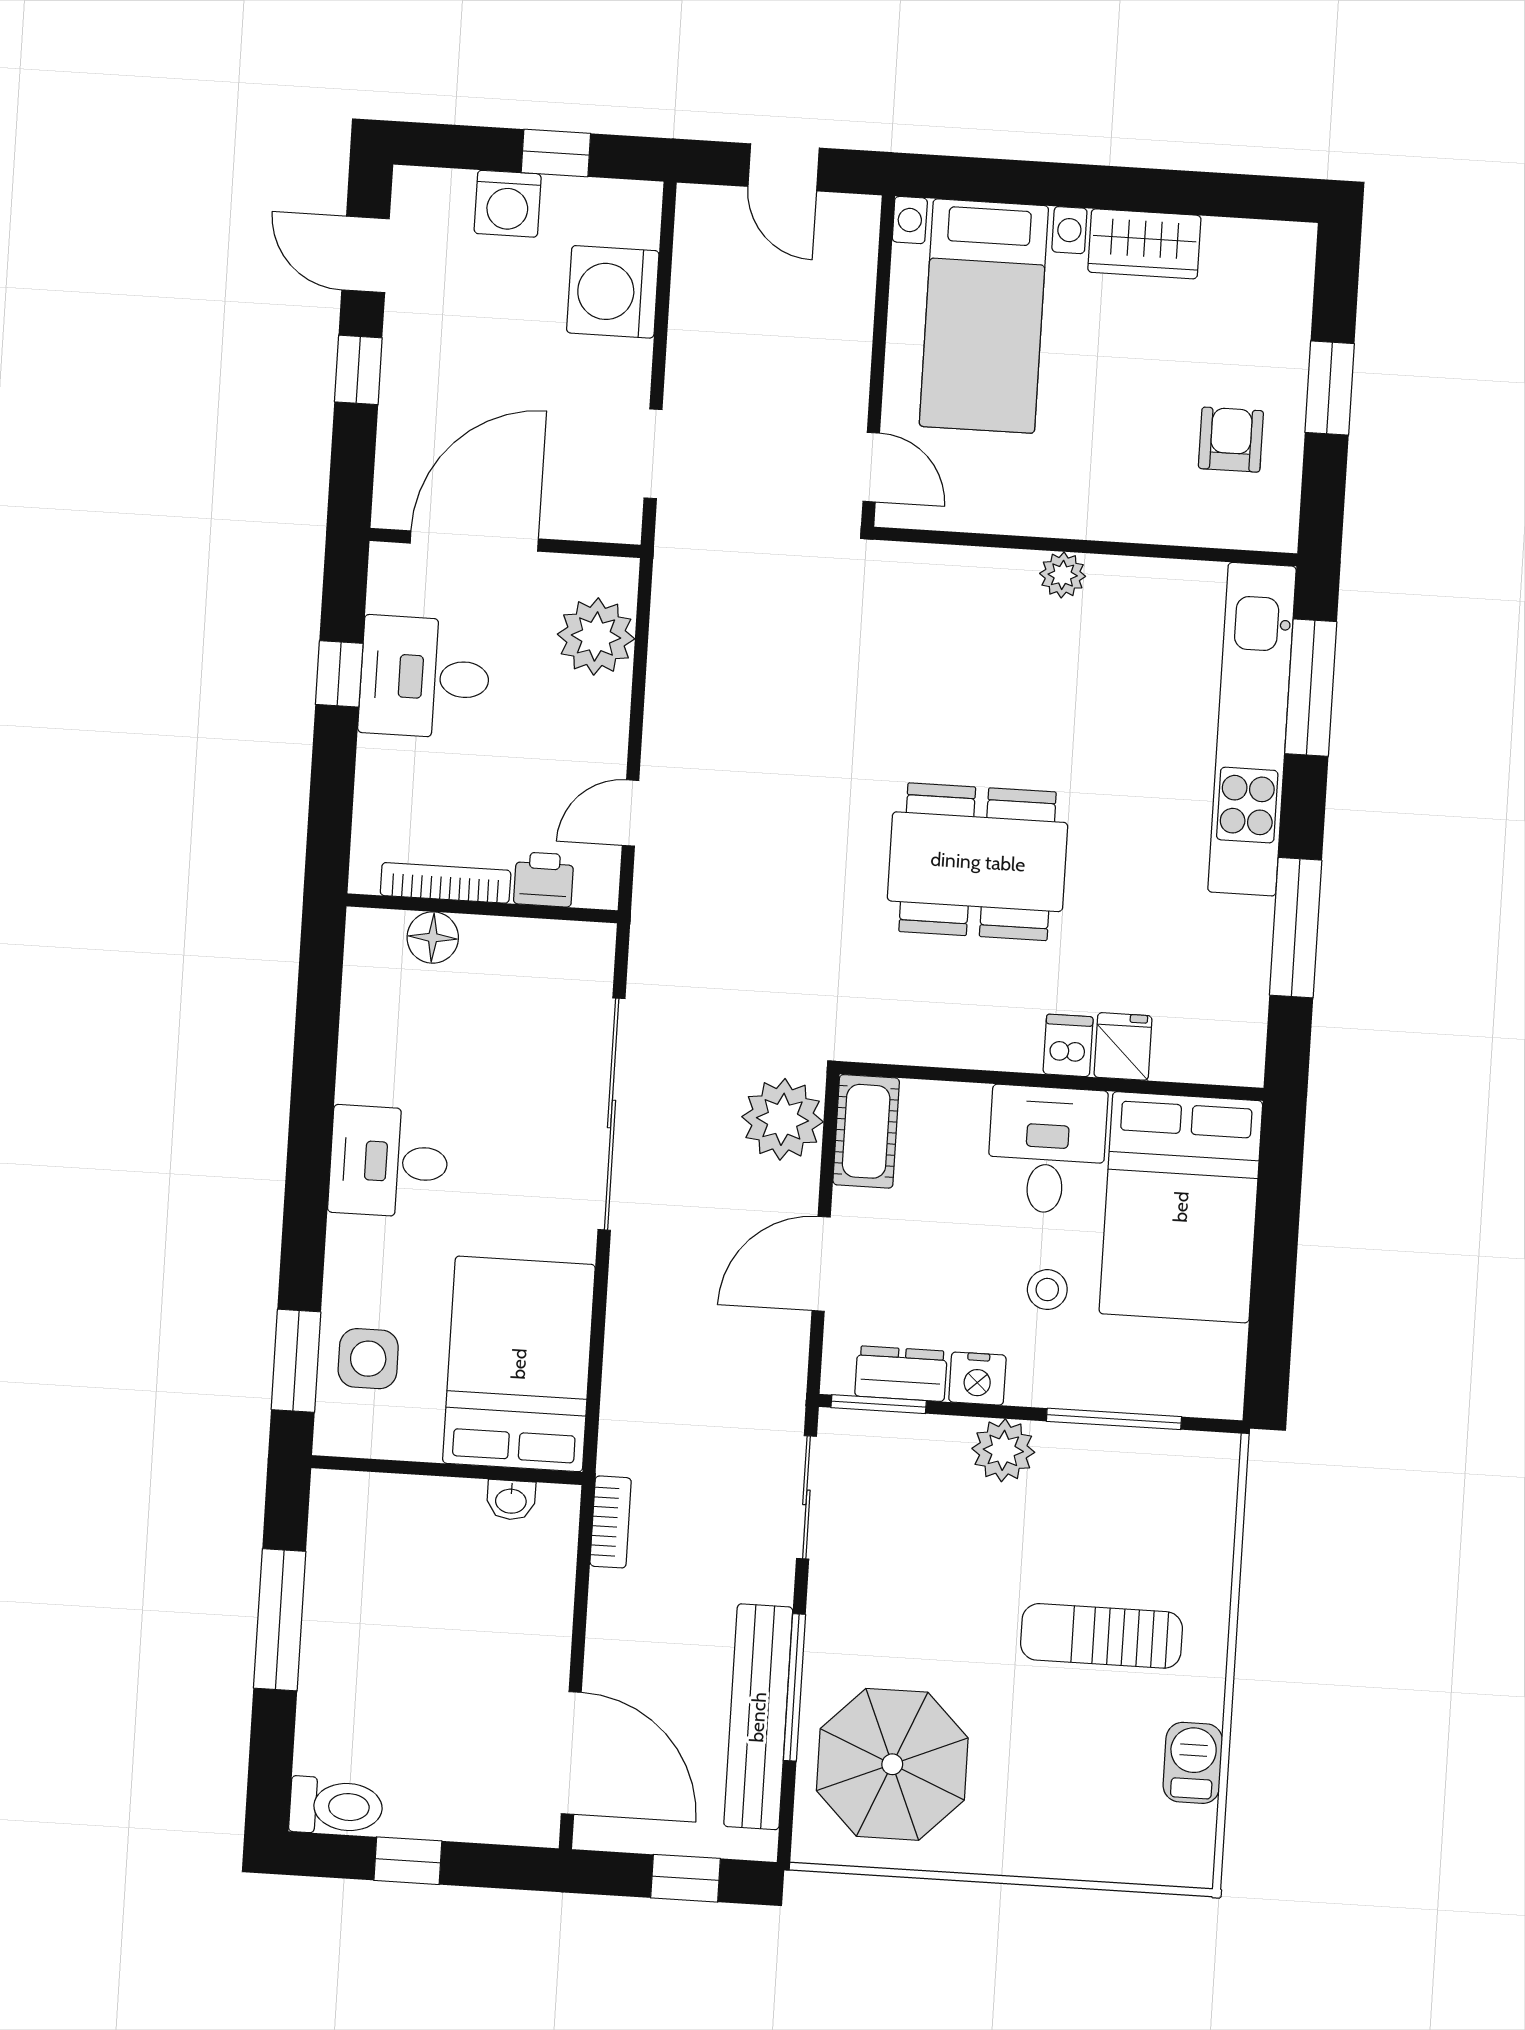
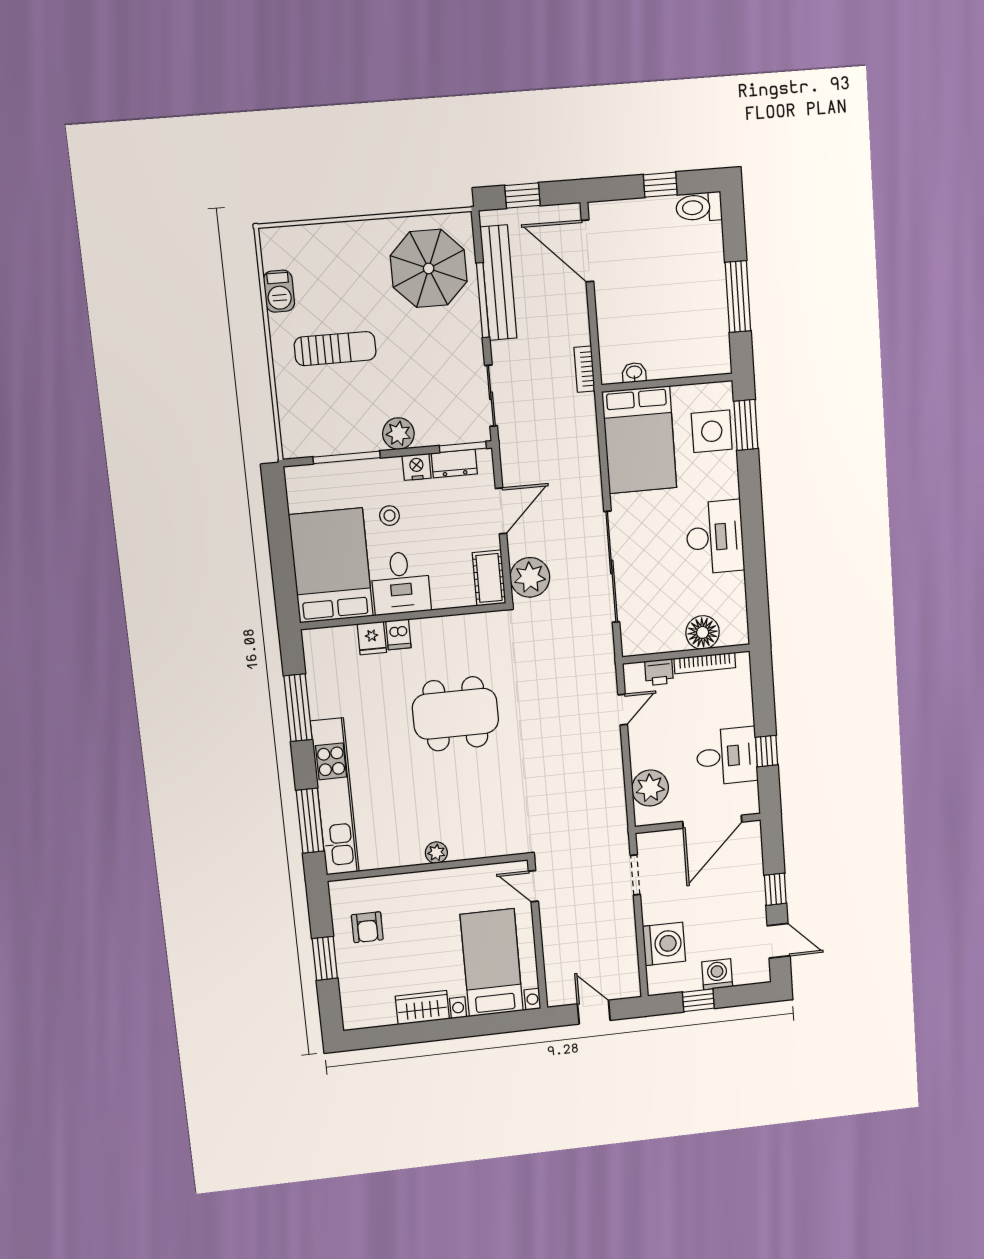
floor lamp: (433, 938) -> (703, 632), width x1.38, depth x1.38
desk: (389, 1162) -> (715, 537), width x1.37
side table: (368, 1359) -> (712, 431), width x1.37, depth x1.37

